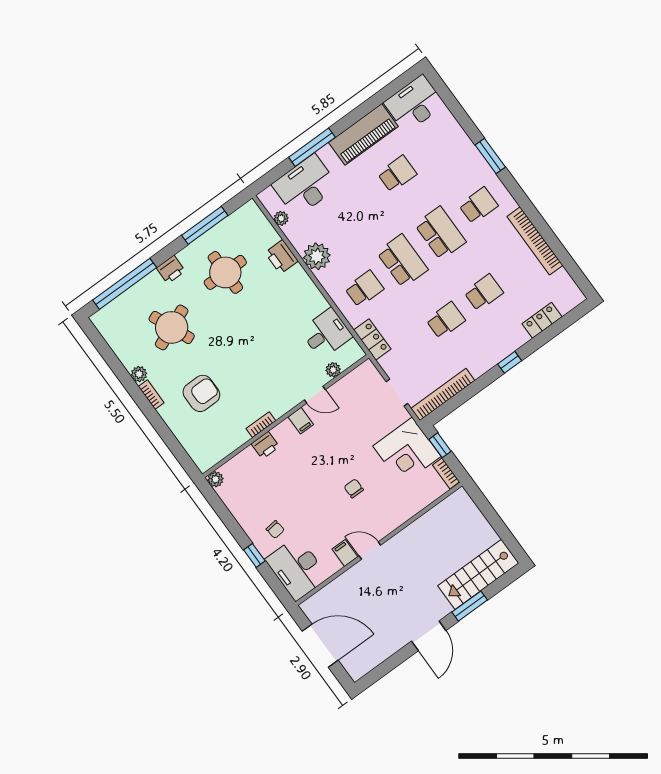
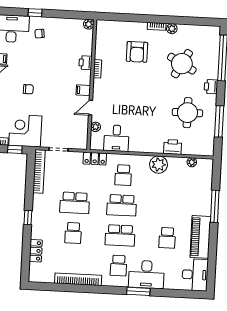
desk: (305, 186) -> (146, 274), moved, turned 90
school desk: (446, 320) -> (75, 203), width x1.85
round table: (172, 327) -> (182, 64), turned -38

